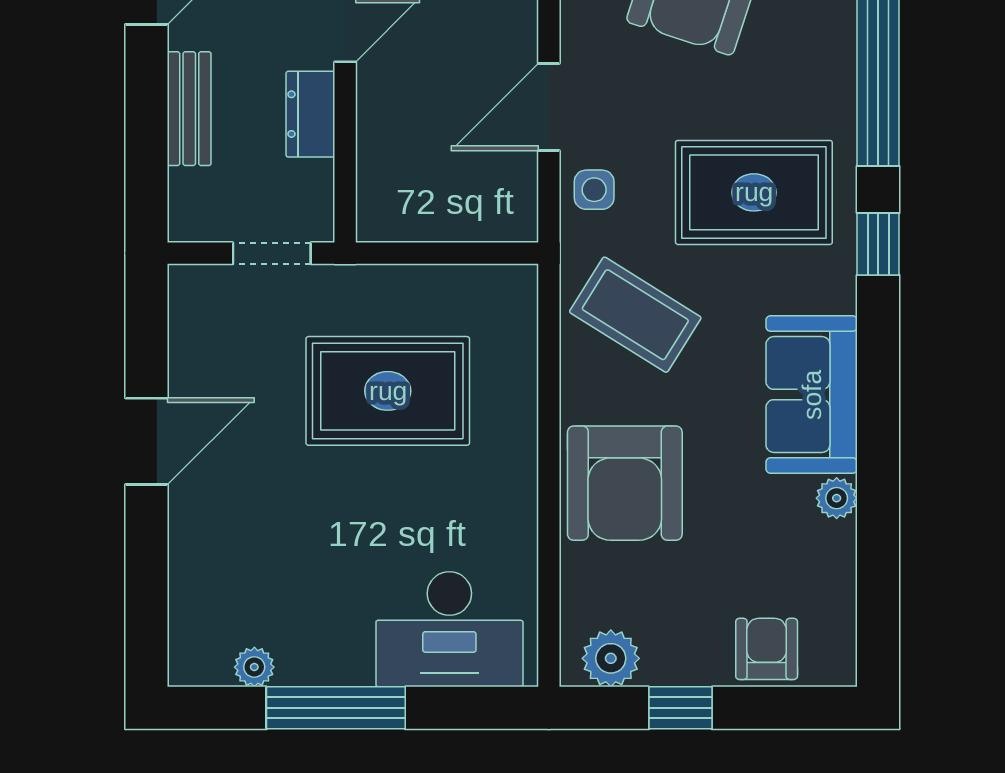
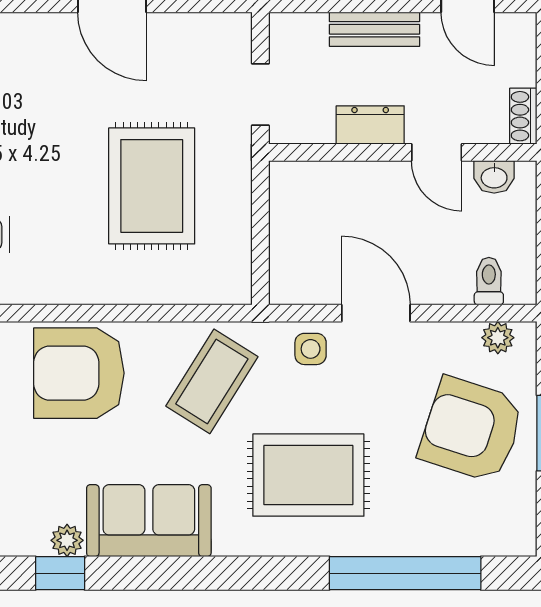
rug: (754, 192) -> (308, 475), turned 90
window: (878, 244) -> (60, 573), moved

